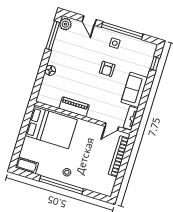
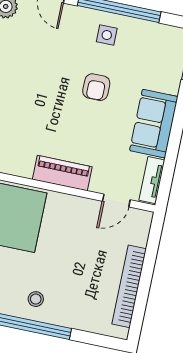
piano: (74, 107) -> (62, 173), moved
bookcase: (119, 156) -> (129, 286), moved

